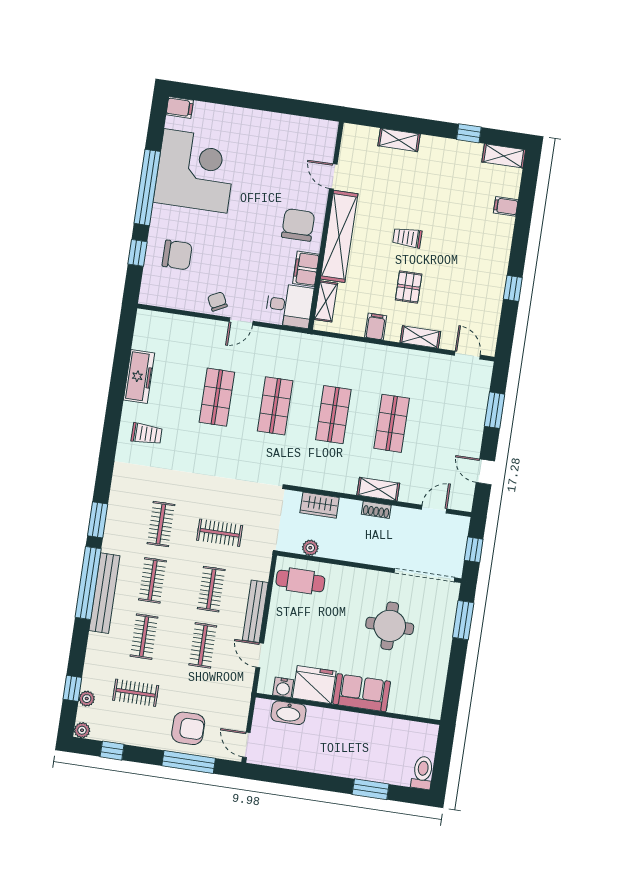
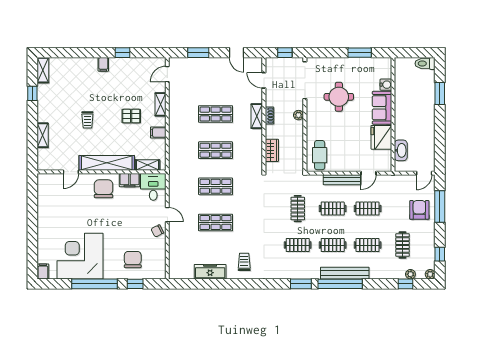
filing cabinet: (506, 206) -> (103, 64), moved
chair: (298, 225) -> (104, 189), turned 90
trolley: (407, 238) -> (87, 120), moved
door: (485, 472) -> (237, 53), hinge flipped
plant: (310, 548) -> (299, 115), moved
window: (463, 620) -> (360, 53), moved
water cooler: (283, 687) -> (386, 85), moved

